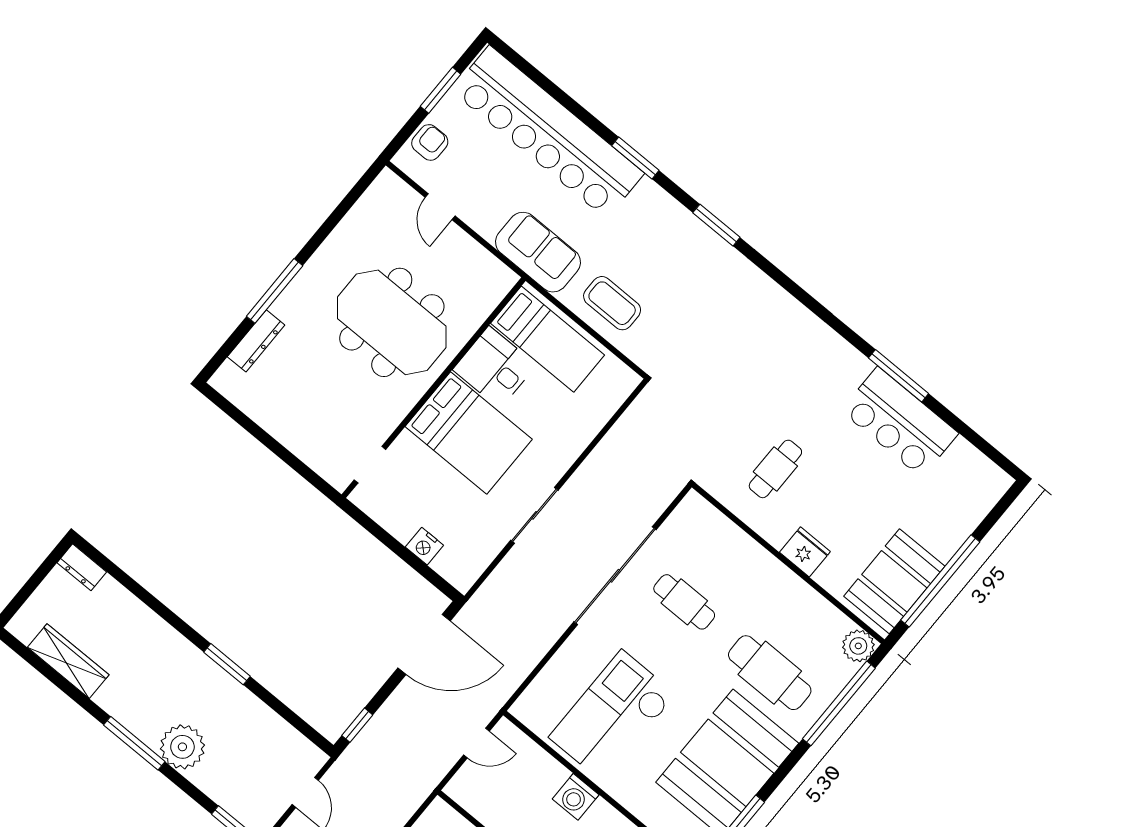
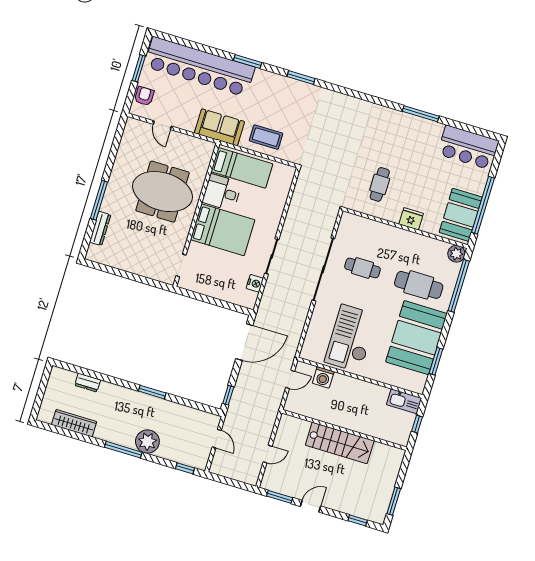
bar counter: (900, 422) -> (468, 147), moved
nightstand: (424, 546) -> (255, 283), moved, turned -90
dresser: (82, 567) -> (88, 383), moved
washing machine: (576, 797) -> (323, 377), moved

